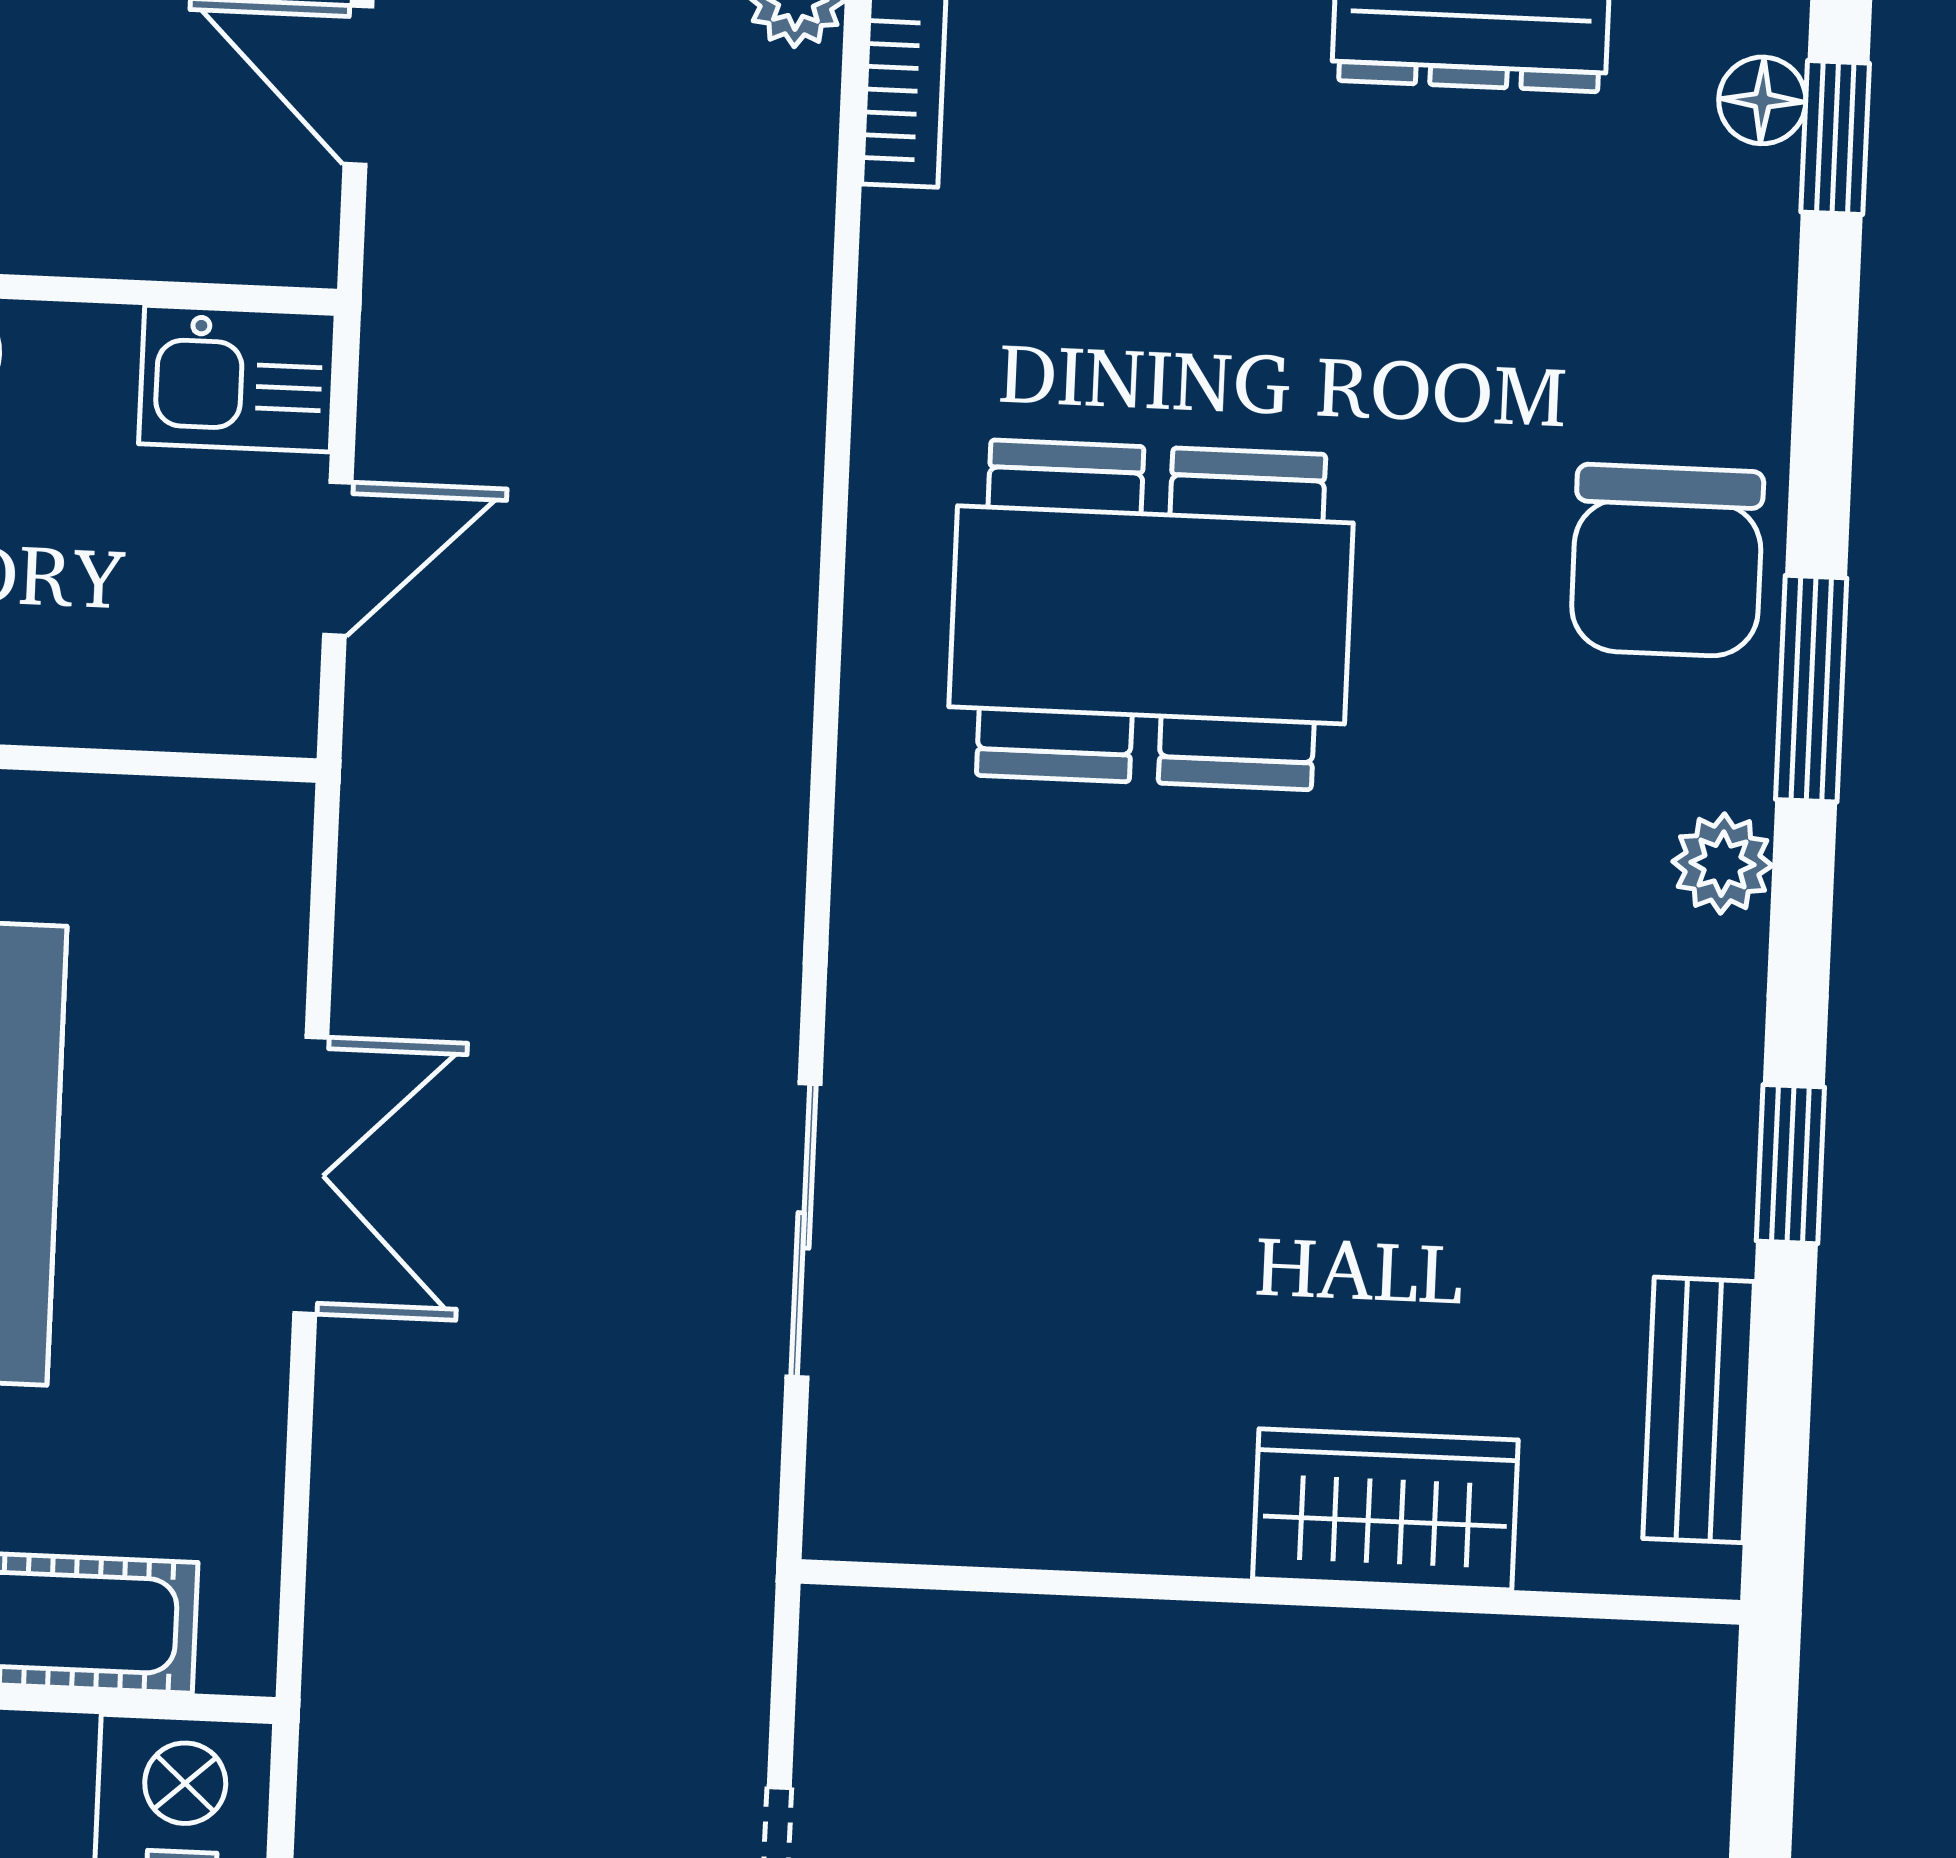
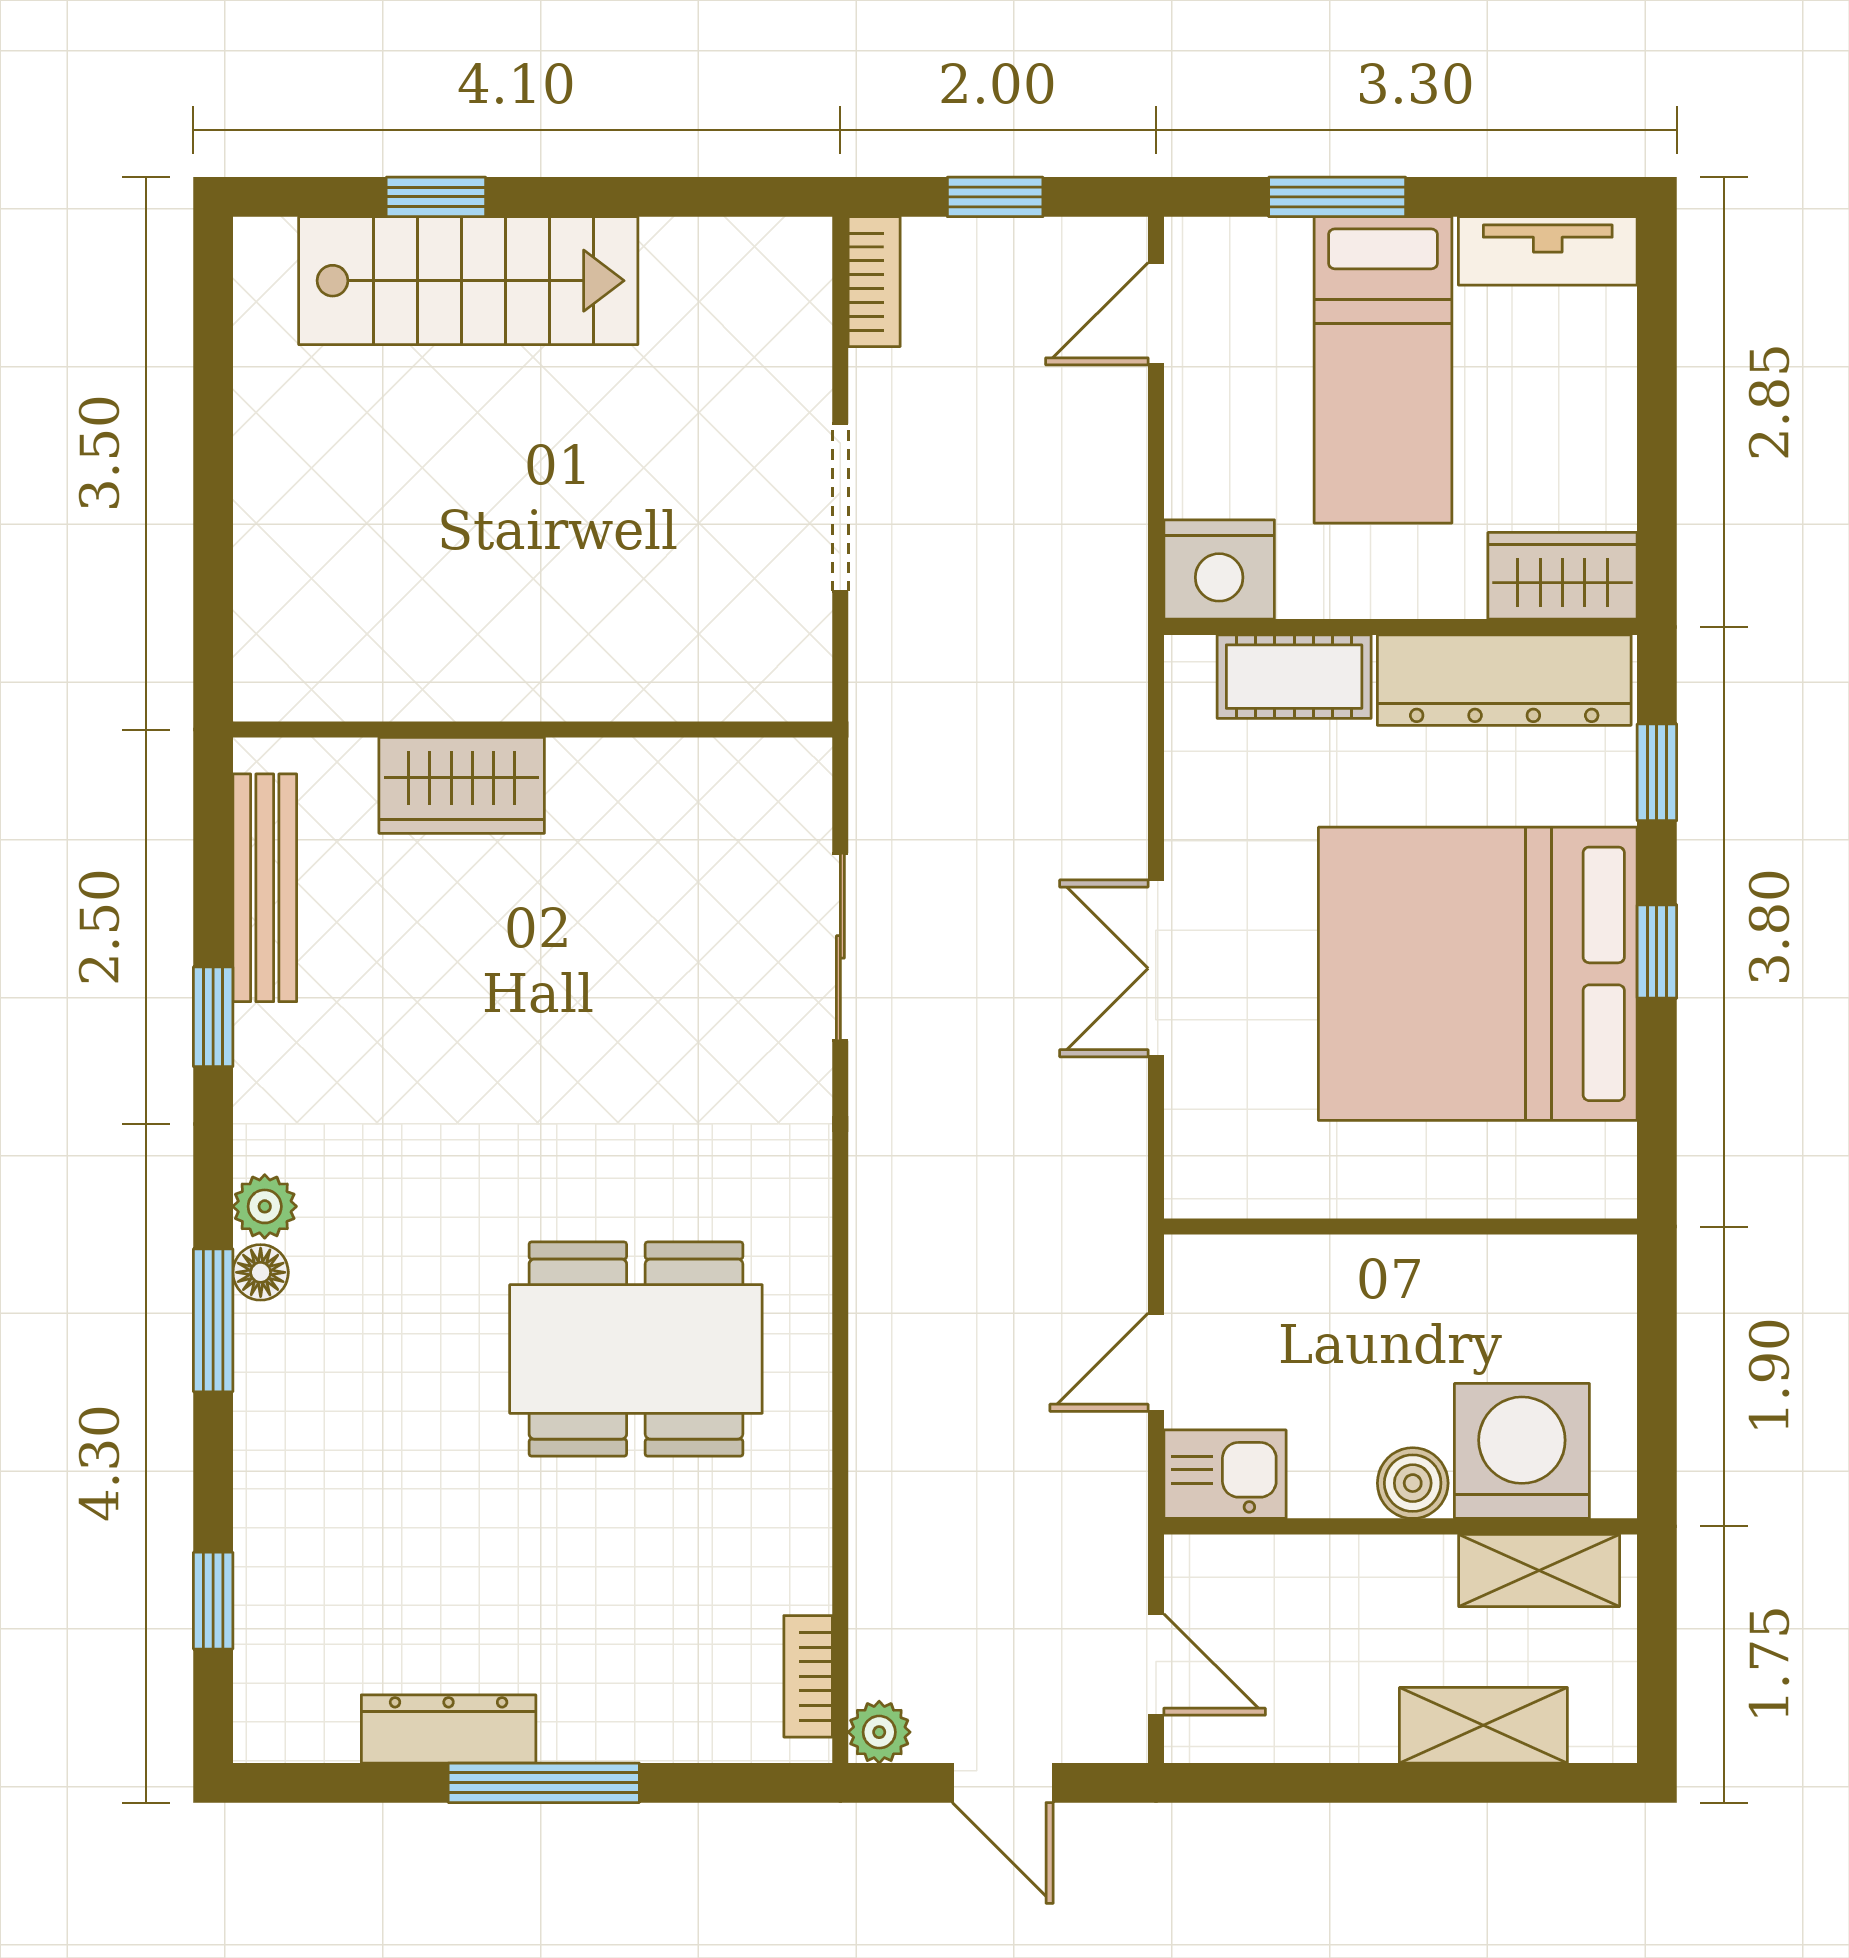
floor lamp: (1762, 100) -> (261, 1272), moved
window: (1835, 138) -> (213, 1601), moved
chair: (1667, 561) -> (309, 1398), removed
bench: (1699, 1410) -> (265, 888), width x1.36

